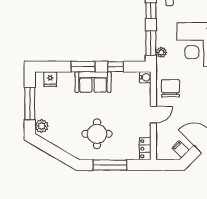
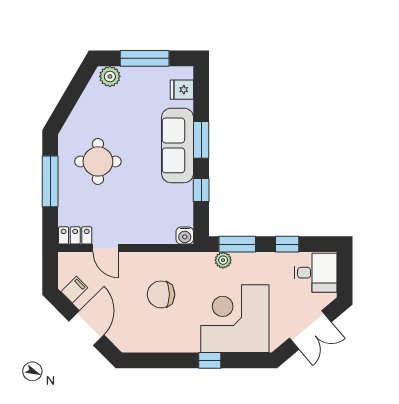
sofa: (93, 82) -> (178, 145), width x1.36
chair: (170, 88) -> (161, 294), moved, turned 180
door: (153, 115) -> (106, 248), moved

